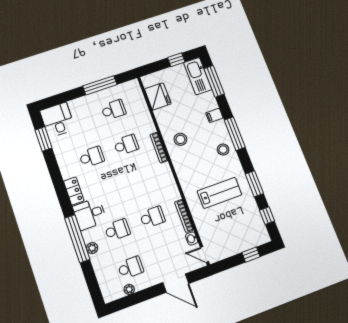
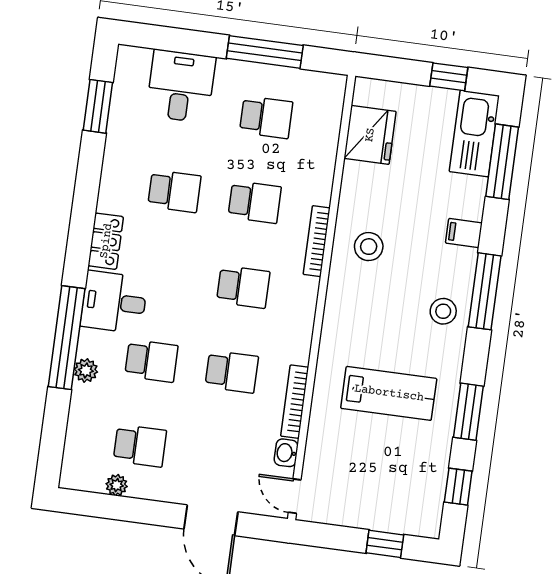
desk: (58, 120) -> (181, 86), moved
school desk: (139, 181) -> (243, 287), added

